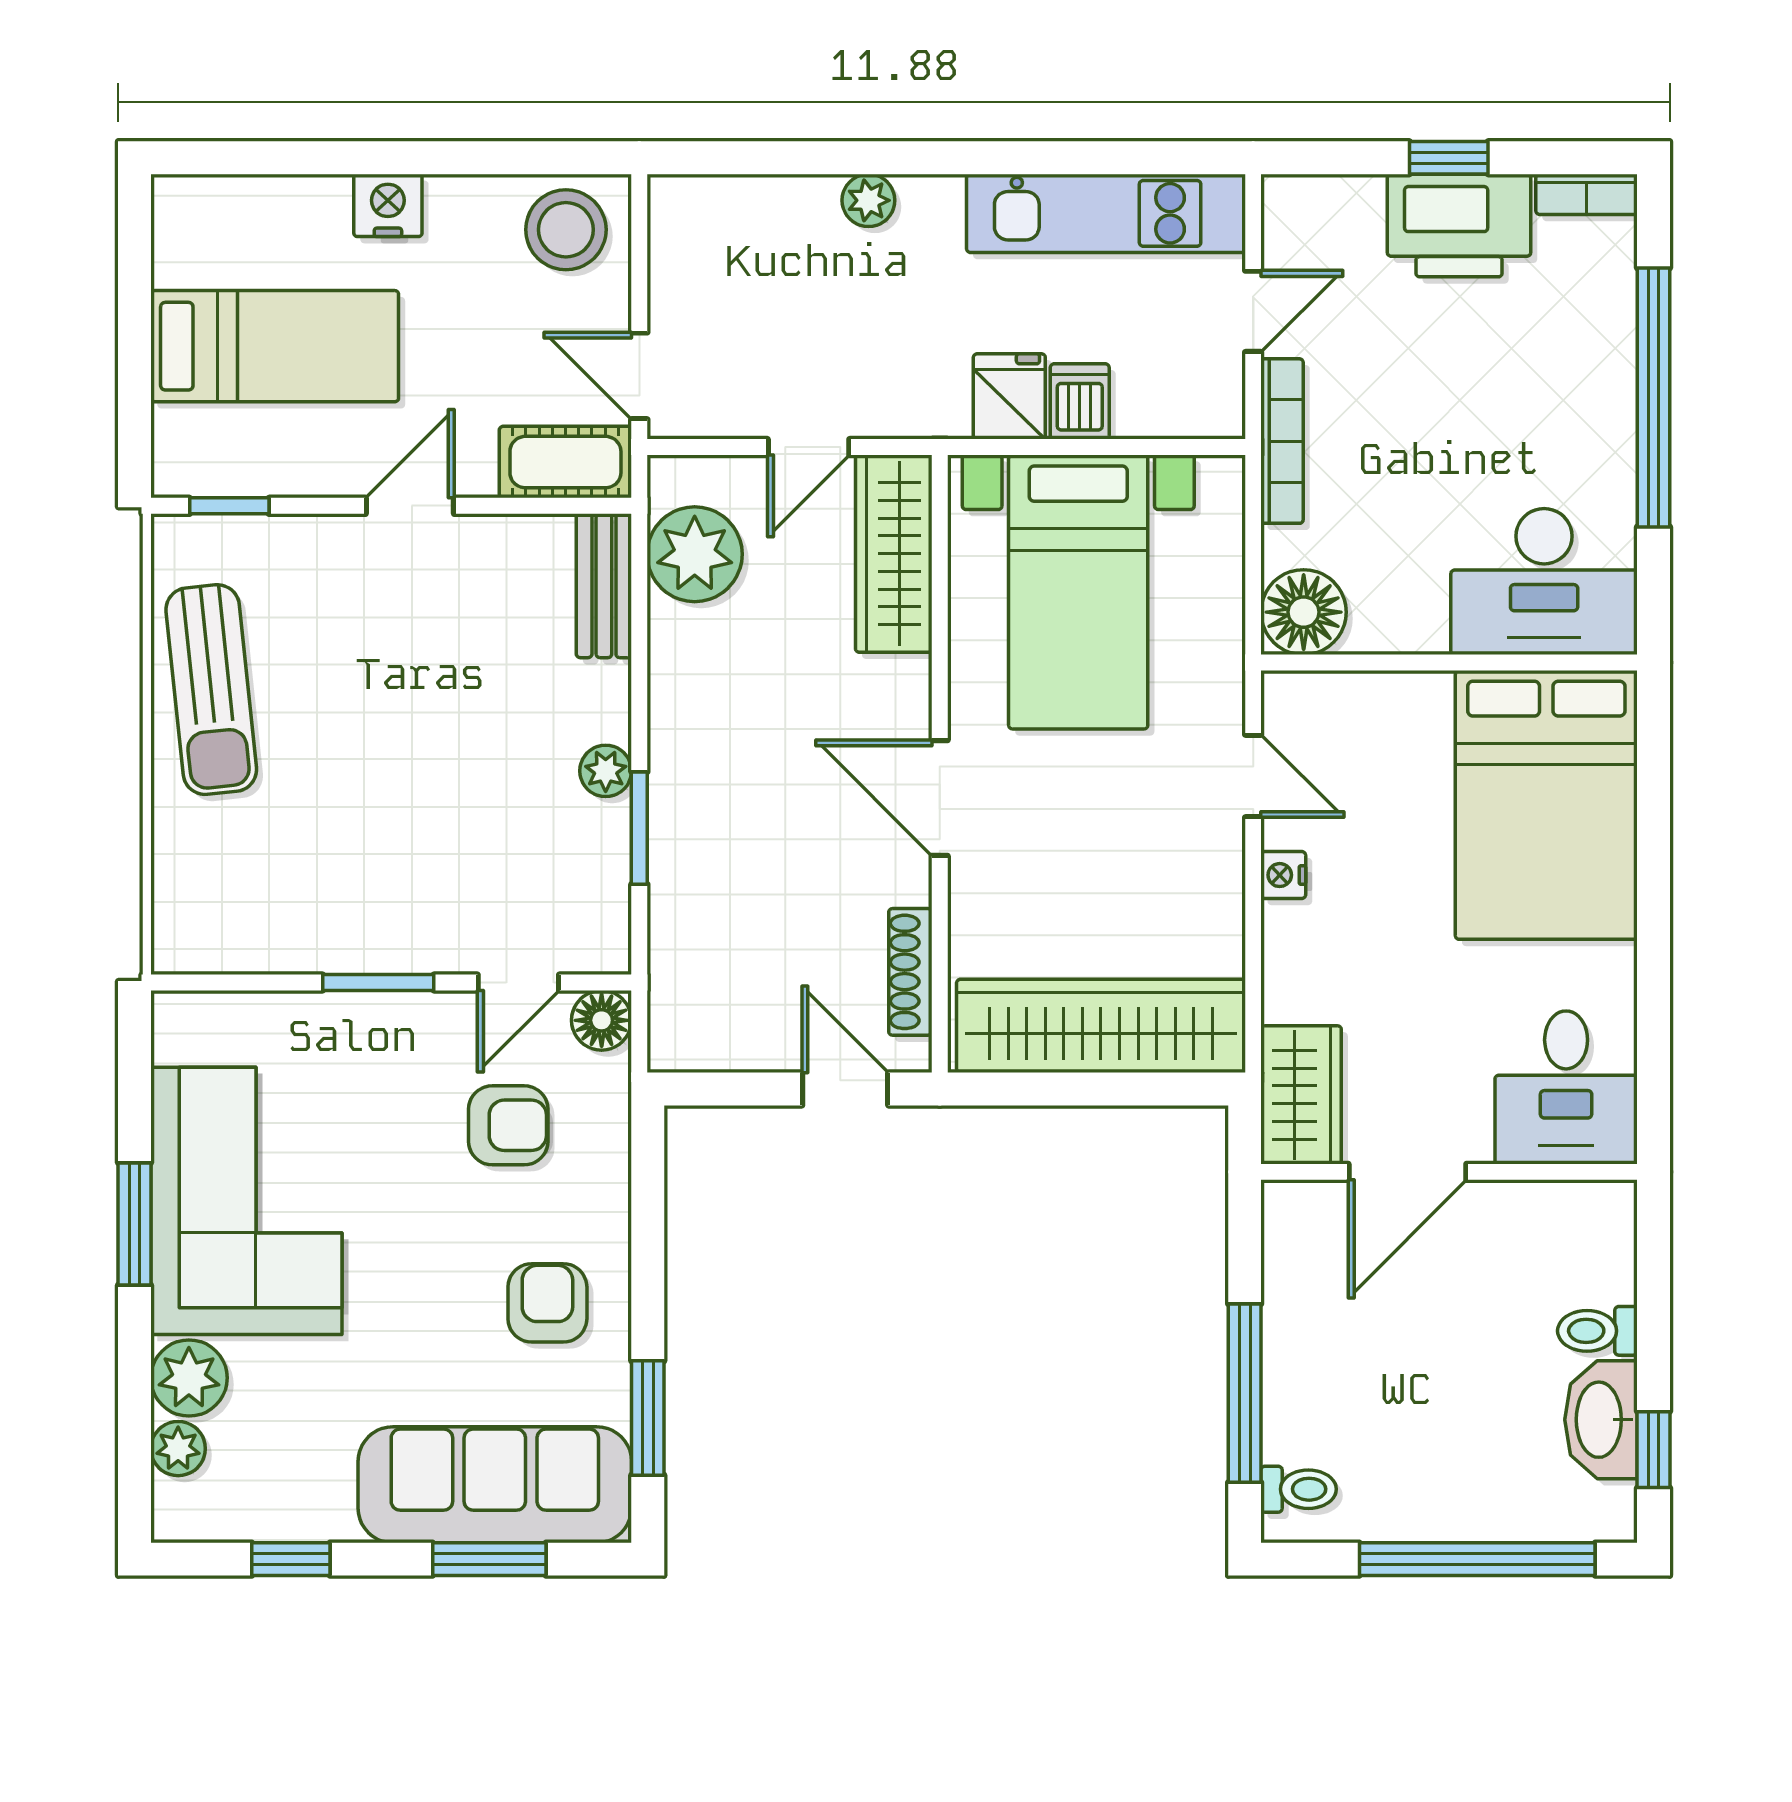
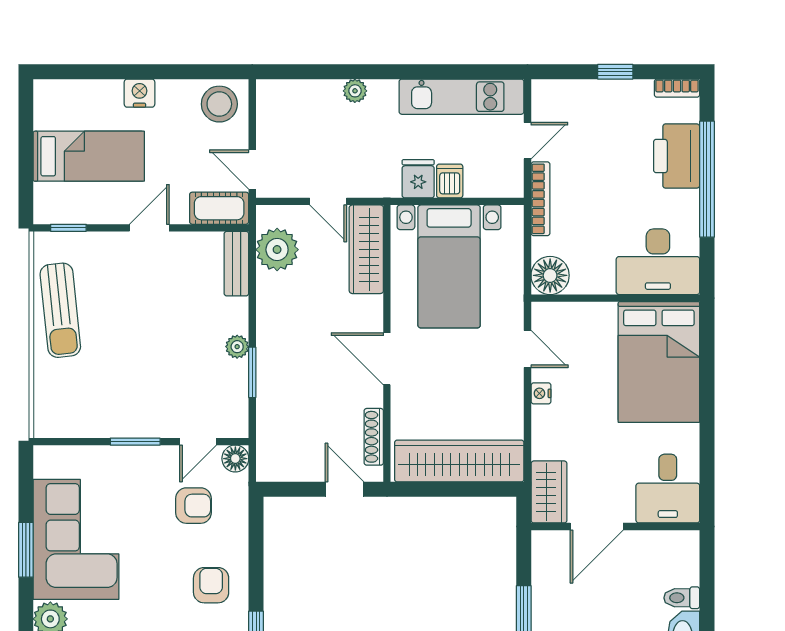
printer: (1459, 226) -> (677, 156), moved, turned 90
door: (809, 447) -> (328, 201), hinge flipped

